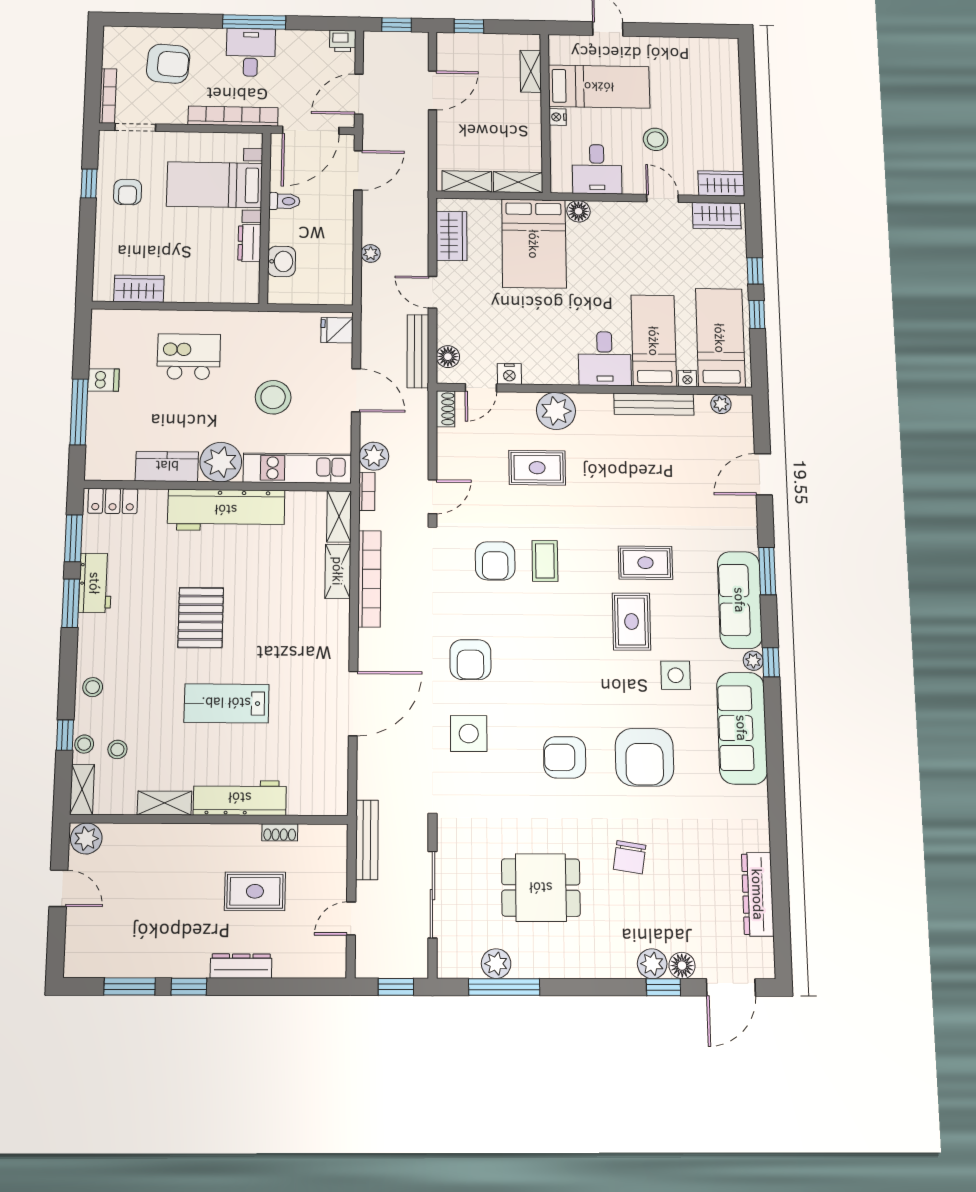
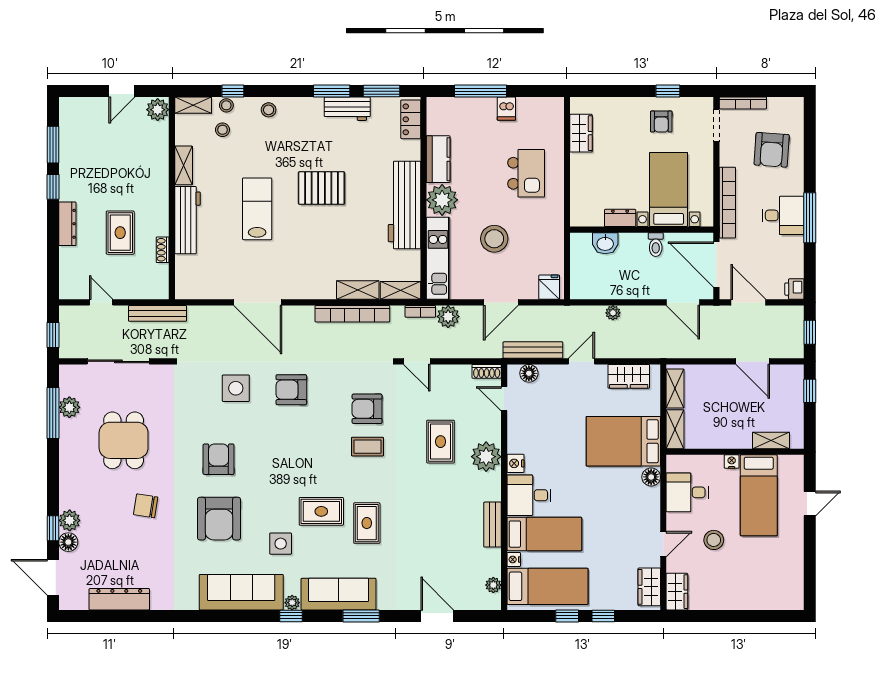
armchair: (128, 192) -> (661, 122), turned -90
nightstand: (509, 374) -> (515, 463), moved
bench: (654, 404) -> (492, 525), width x0.73
armchair: (645, 757) -> (219, 519), turned -90

